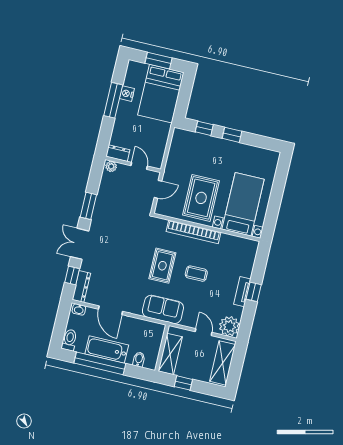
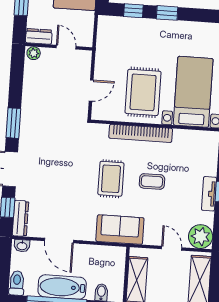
dresser: (118, 153) -> (39, 36), moved
wall: (133, 164) -> (59, 47), moved
plant: (111, 166) -> (34, 53), moved
door: (139, 166) -> (66, 47), moved

